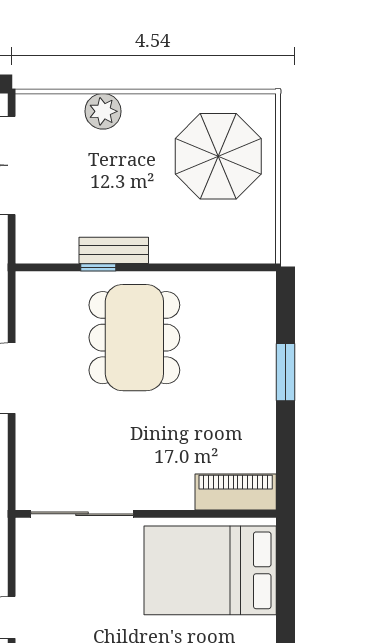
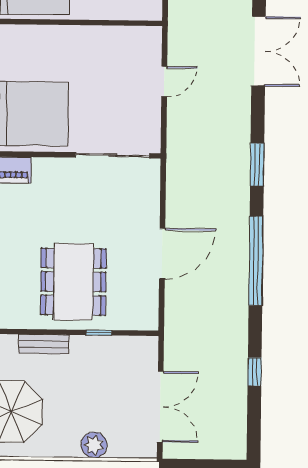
bench: (114, 250) -> (44, 344), moved

